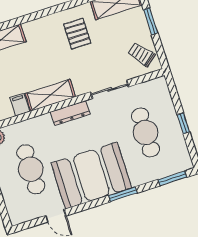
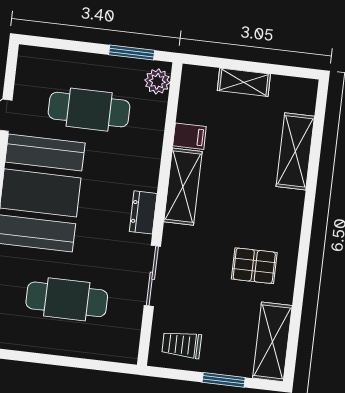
trolley: (141, 55) -> (182, 345), turned -141
dresser: (70, 113) -> (143, 212), width x0.70
window: (183, 123) -> (55, 360), removed

